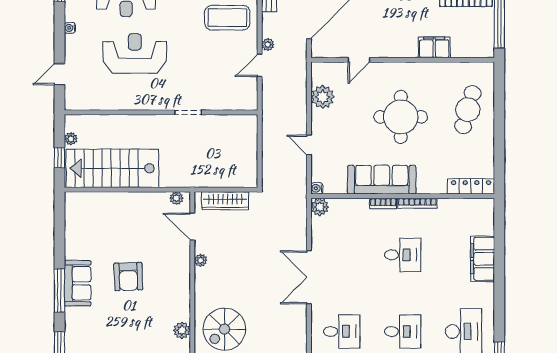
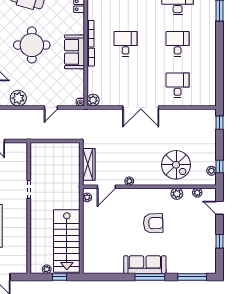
sofa: (382, 180) -> (74, 52), width x0.73
armchair: (128, 277) -> (153, 223), moved
sofa: (78, 283) -> (145, 265), width x1.36

